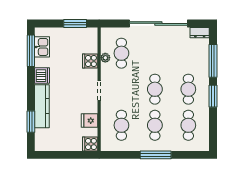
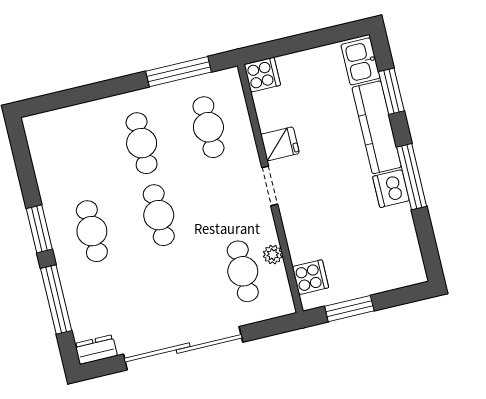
kitchen sink: (42, 47) -> (360, 61), moved
window: (31, 51) -> (412, 177), moved
cooker: (90, 61) -> (310, 277), moved
fridge: (89, 121) -> (280, 144), moved
cafe table: (188, 125) -> (75, 159), removed
window: (156, 155) -> (179, 72), moved

